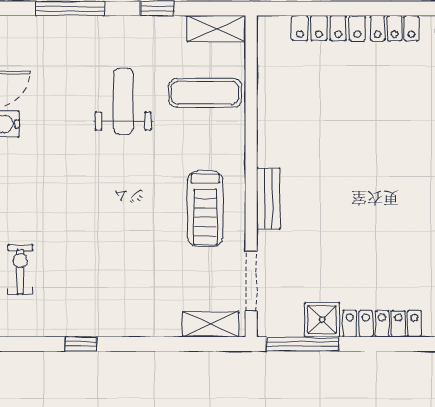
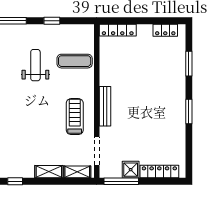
locker: (329, 28) -> (118, 30), moved
shelving: (216, 29) -> (49, 172), moved
bench: (268, 198) -> (105, 106), width x1.36
treadmill: (205, 209) -> (75, 117), turned 180

